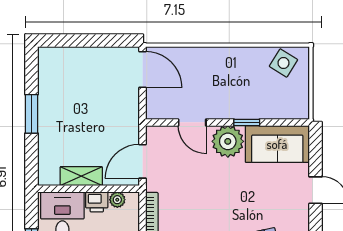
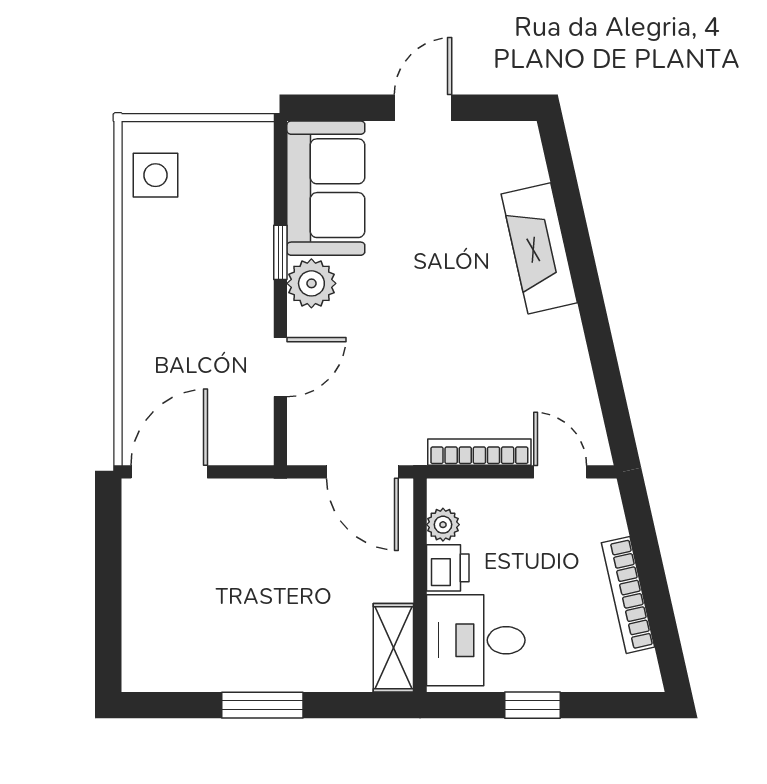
side table: (283, 63) -> (155, 175), turned -32
plant: (228, 141) -> (311, 283), width x0.73, depth x0.73
shelving: (81, 176) -> (393, 648), moved

